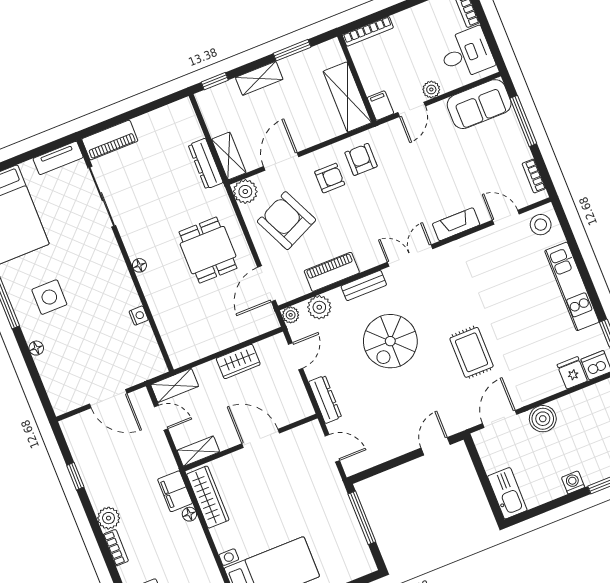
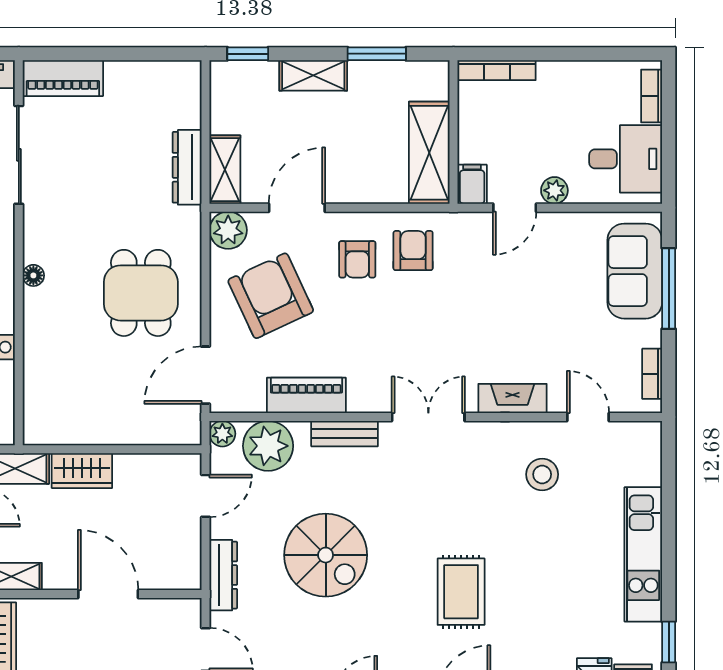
sofa: (479, 104) -> (635, 271), moved, turned 90
armchair: (330, 178) -> (357, 259), turned 90
stool: (541, 225) -> (542, 474), moved
plant: (319, 307) -> (268, 446), width x1.36, depth x1.36
spiral stairs: (390, 341) -> (326, 555), moved, turned -90
wardrobe: (238, 361) -> (82, 471), moved

